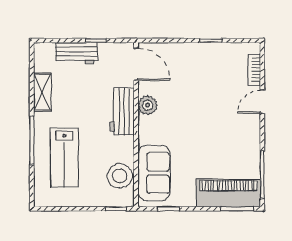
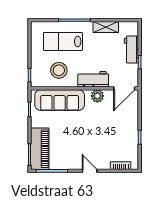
door: (262, 102) -> (90, 171), moved
sofa: (154, 173) -> (60, 100), width x1.36
stool: (120, 176) -> (59, 70), moved

